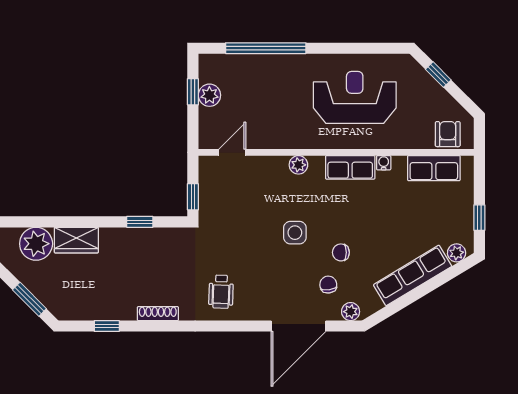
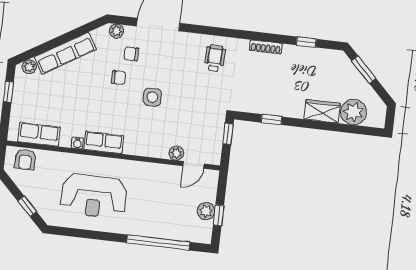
plant: (298, 165) -> (176, 153), moved
chair: (328, 285) -> (131, 54), turned 97

